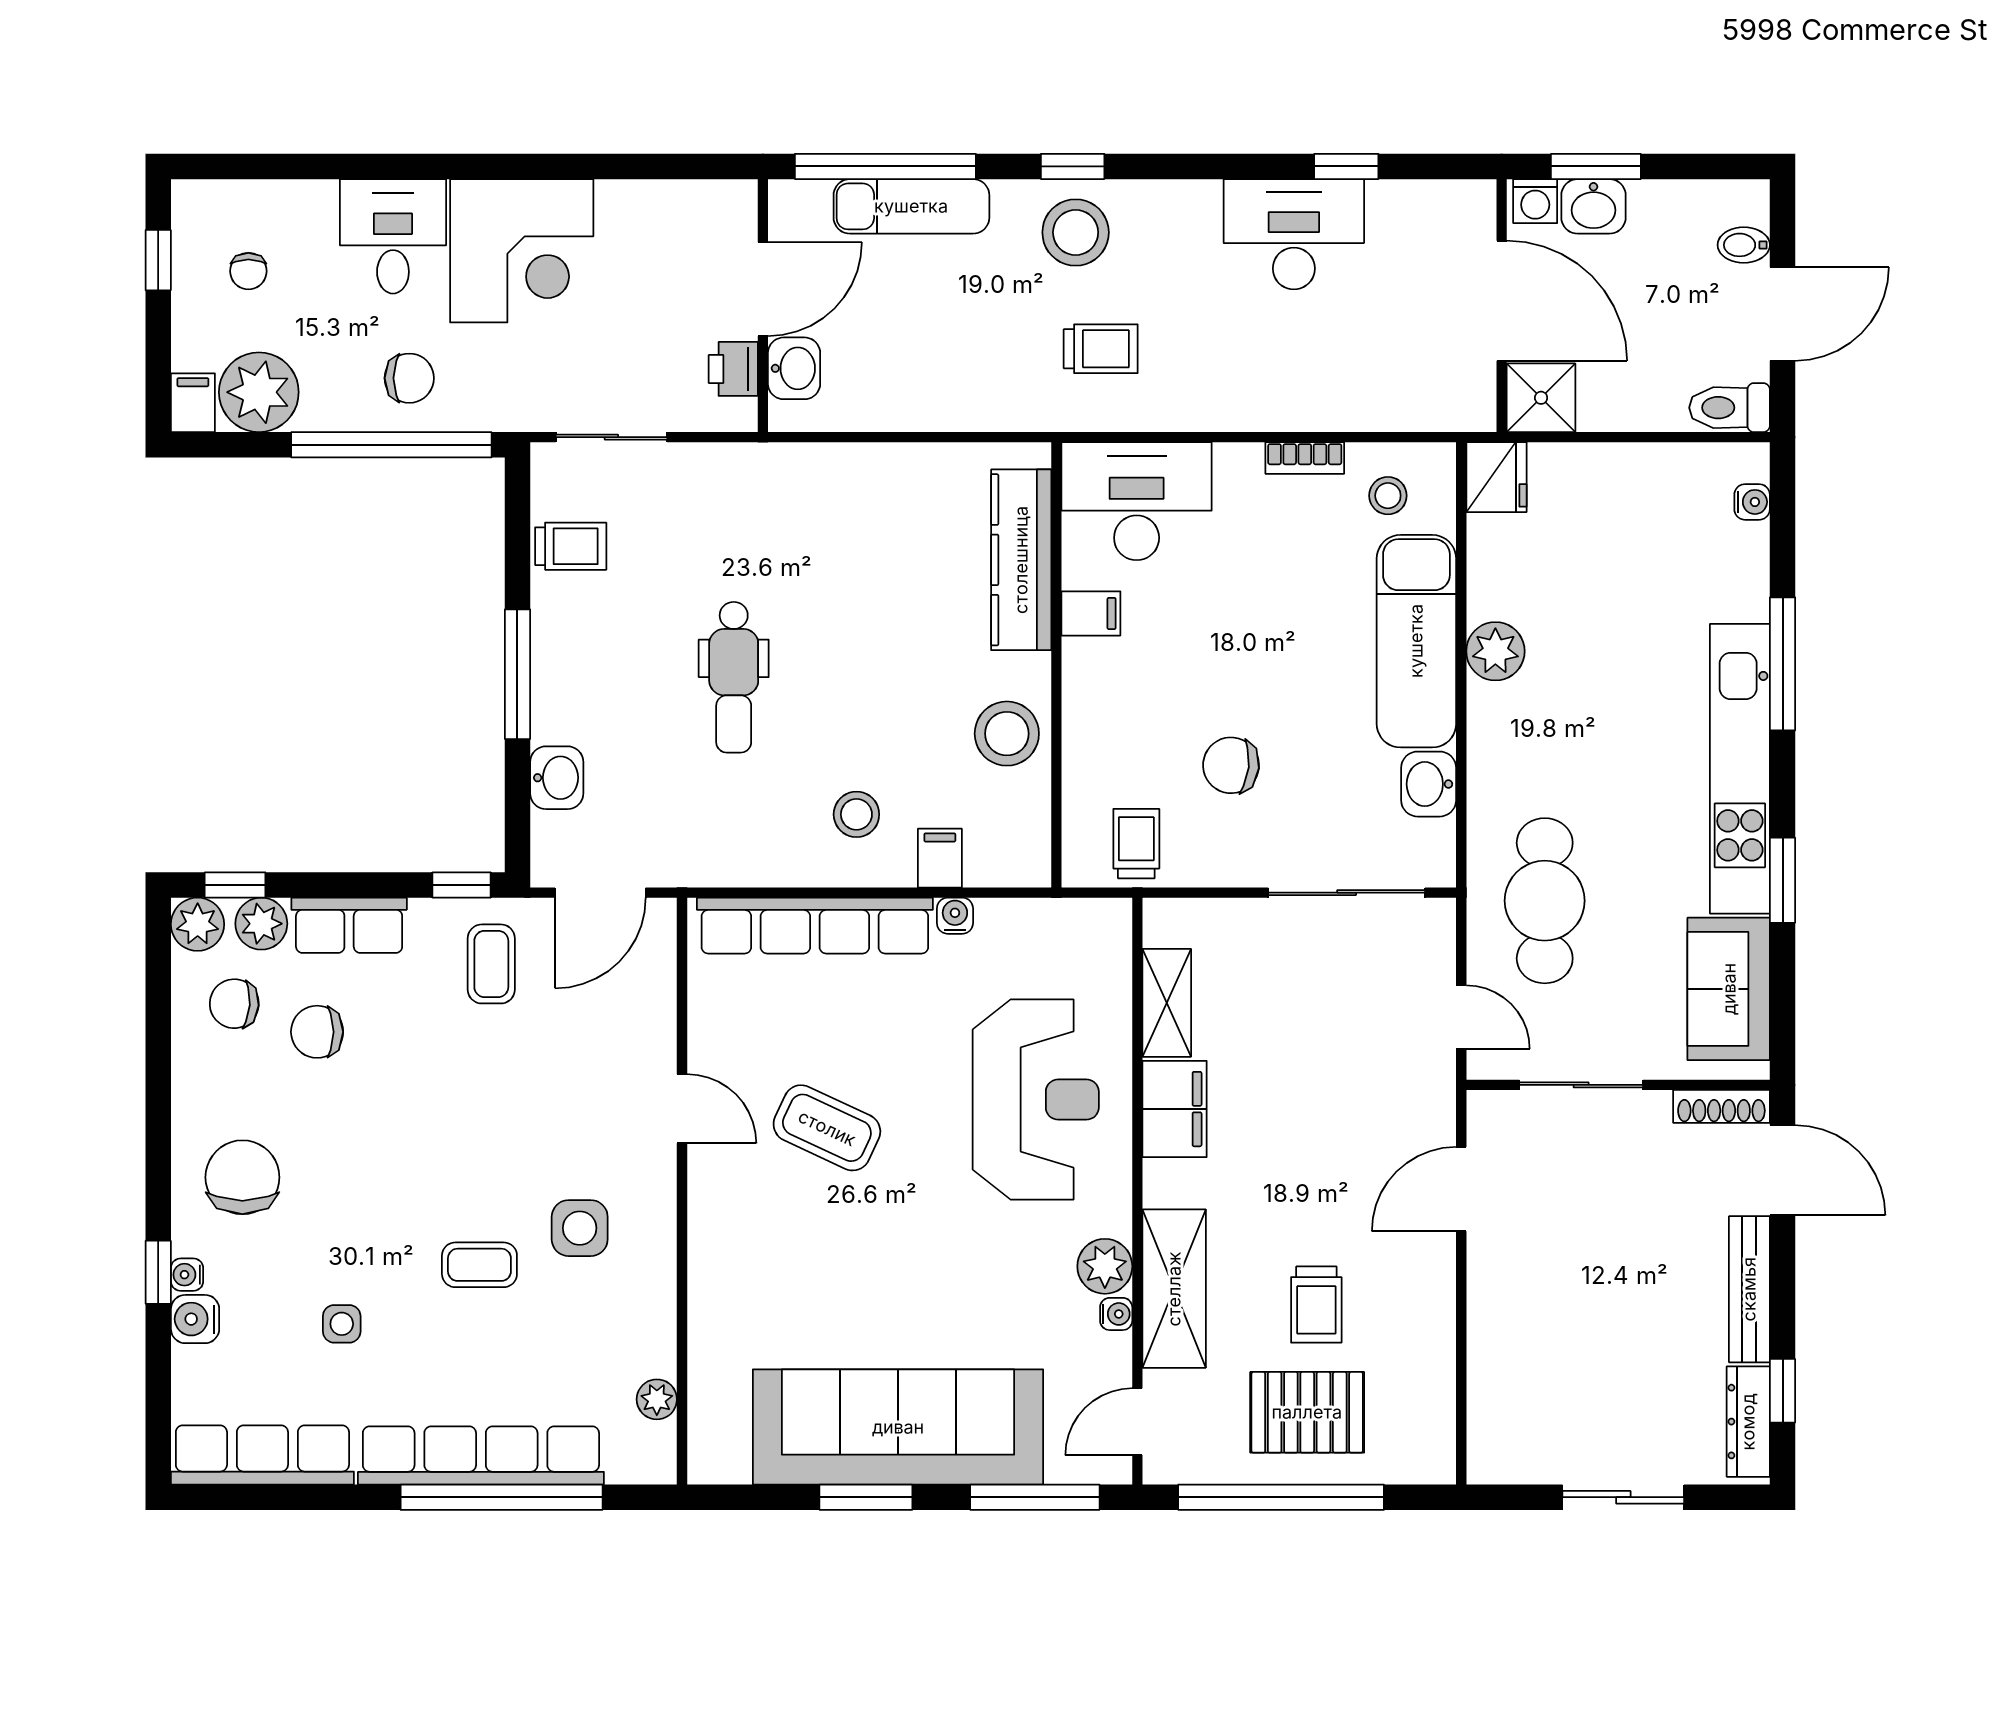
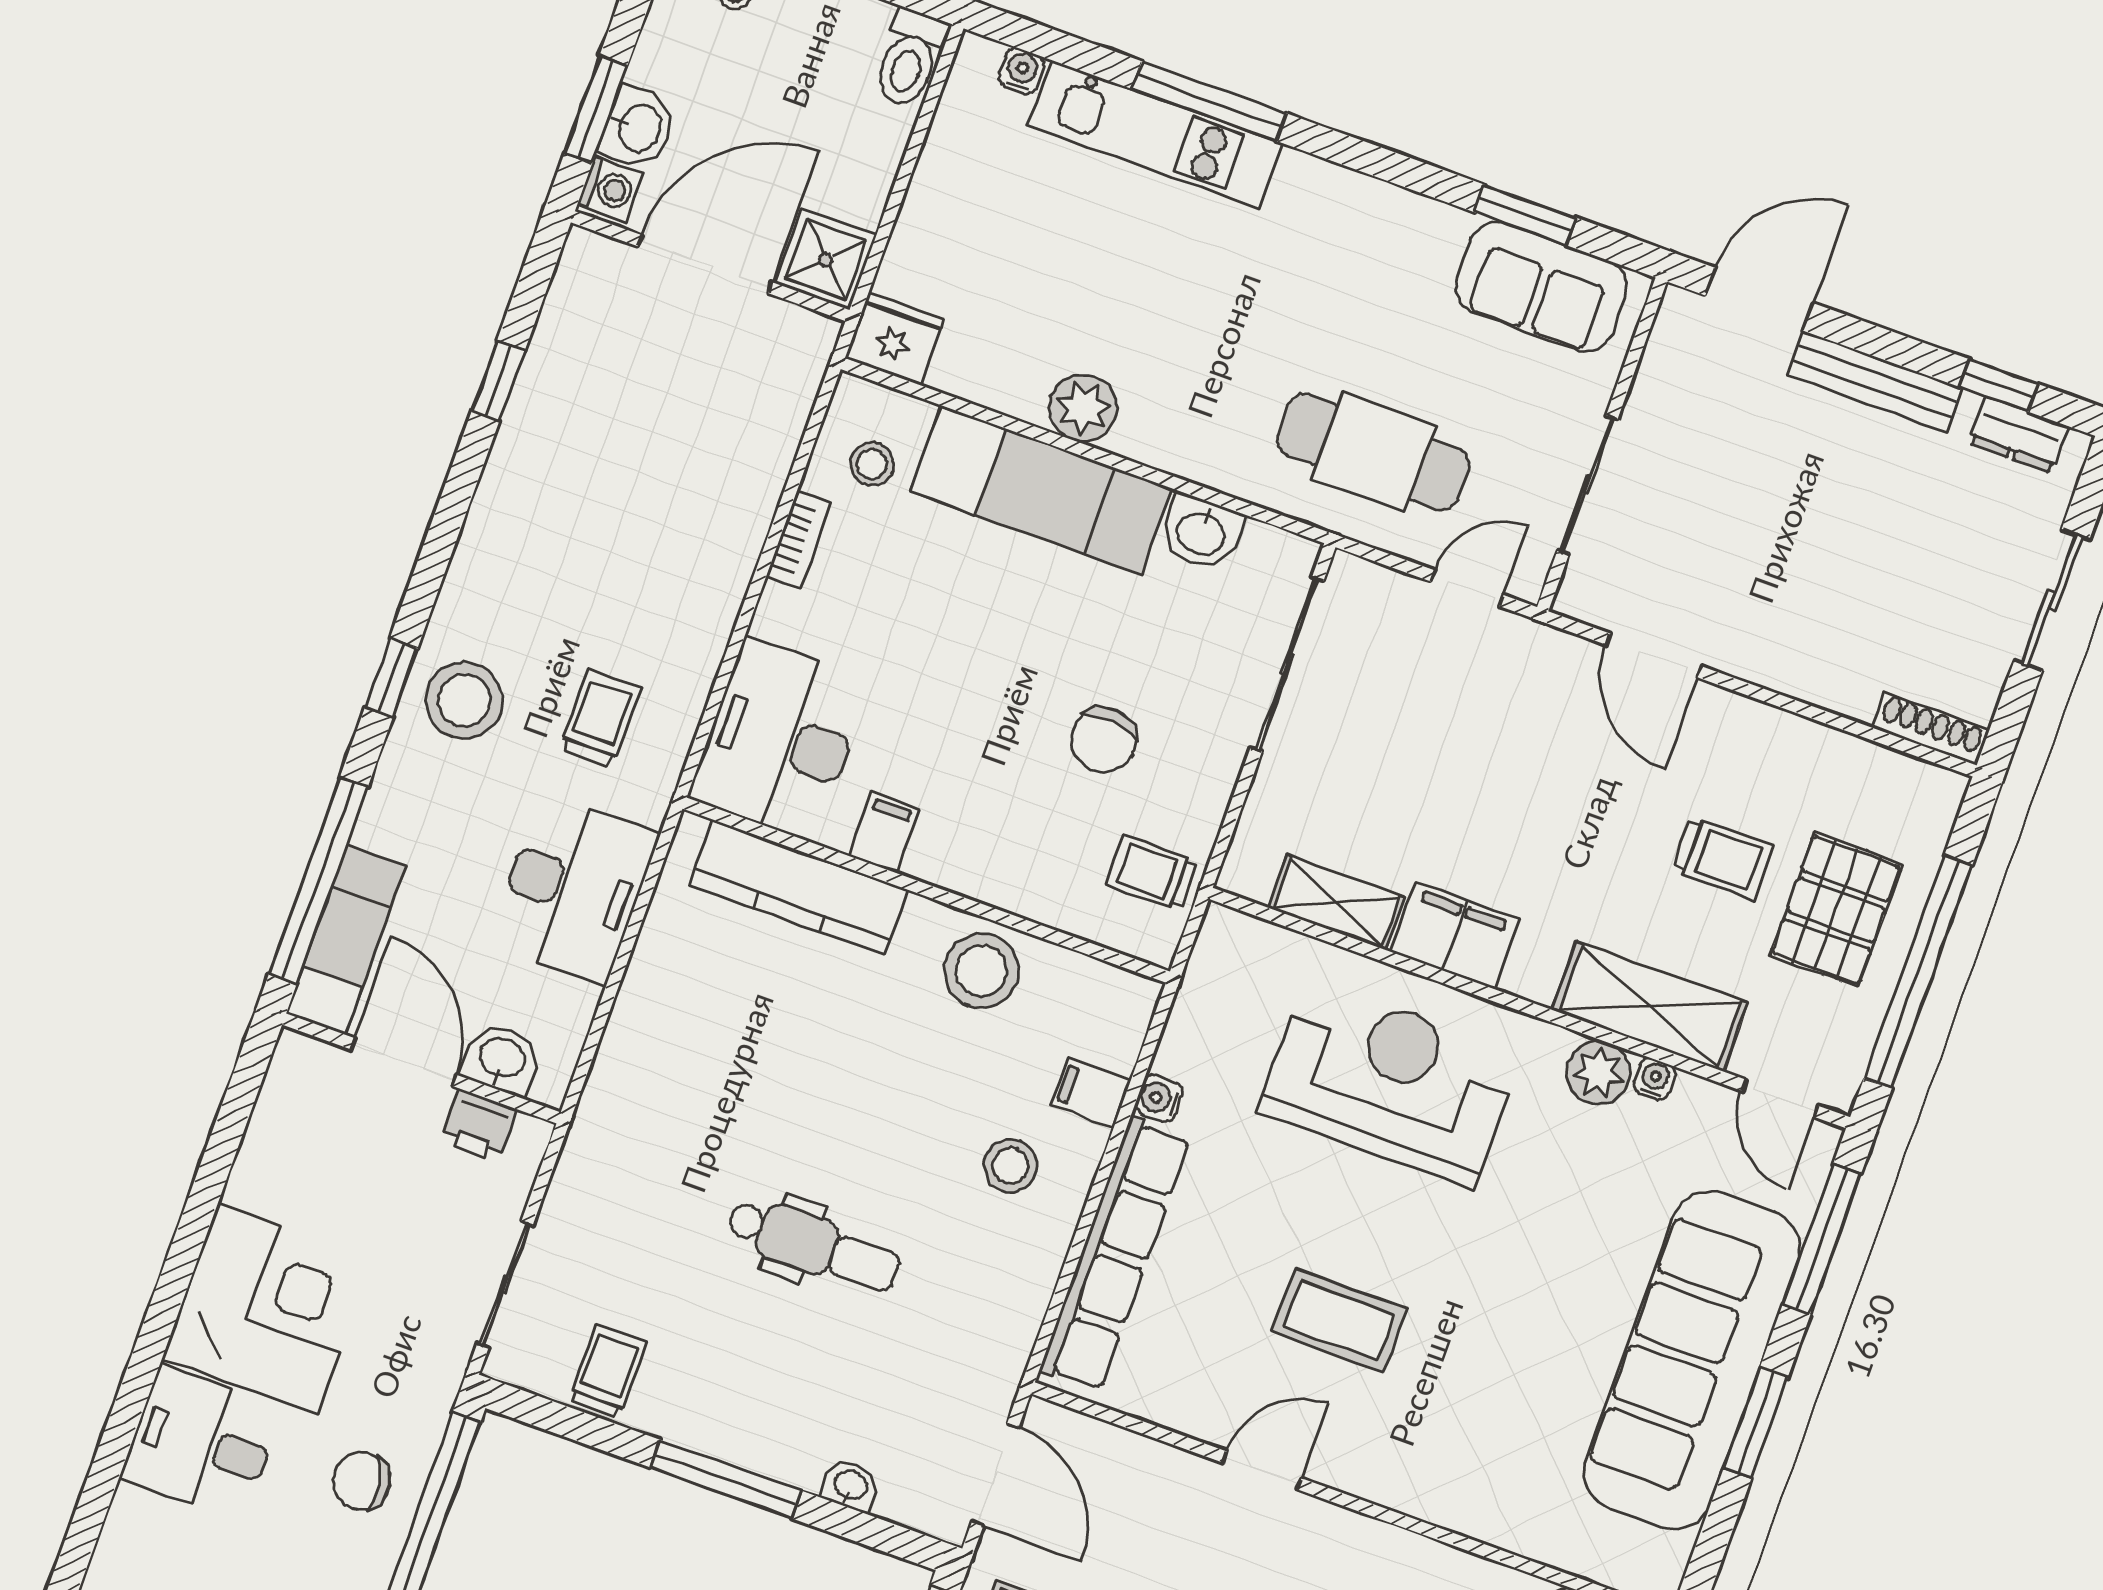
exam couch: (911, 206) -> (346, 940), moved
desk: (1294, 234) -> (573, 889), moved, turned 180
chair: (409, 378) -> (362, 1481), turned -99
kitchen unit: (1740, 769) -> (1156, 134), moved, width x0.73
washbasin: (557, 778) -> (850, 1486), width x0.72, depth x0.69
window: (1783, 880) -> (1525, 215), moved
shoe rack: (1721, 1106) -> (1931, 729), moved, turned -90
coffee table: (827, 1128) -> (1339, 1320), turned 65
dresser: (1748, 1422) -> (2019, 435), width x0.70

